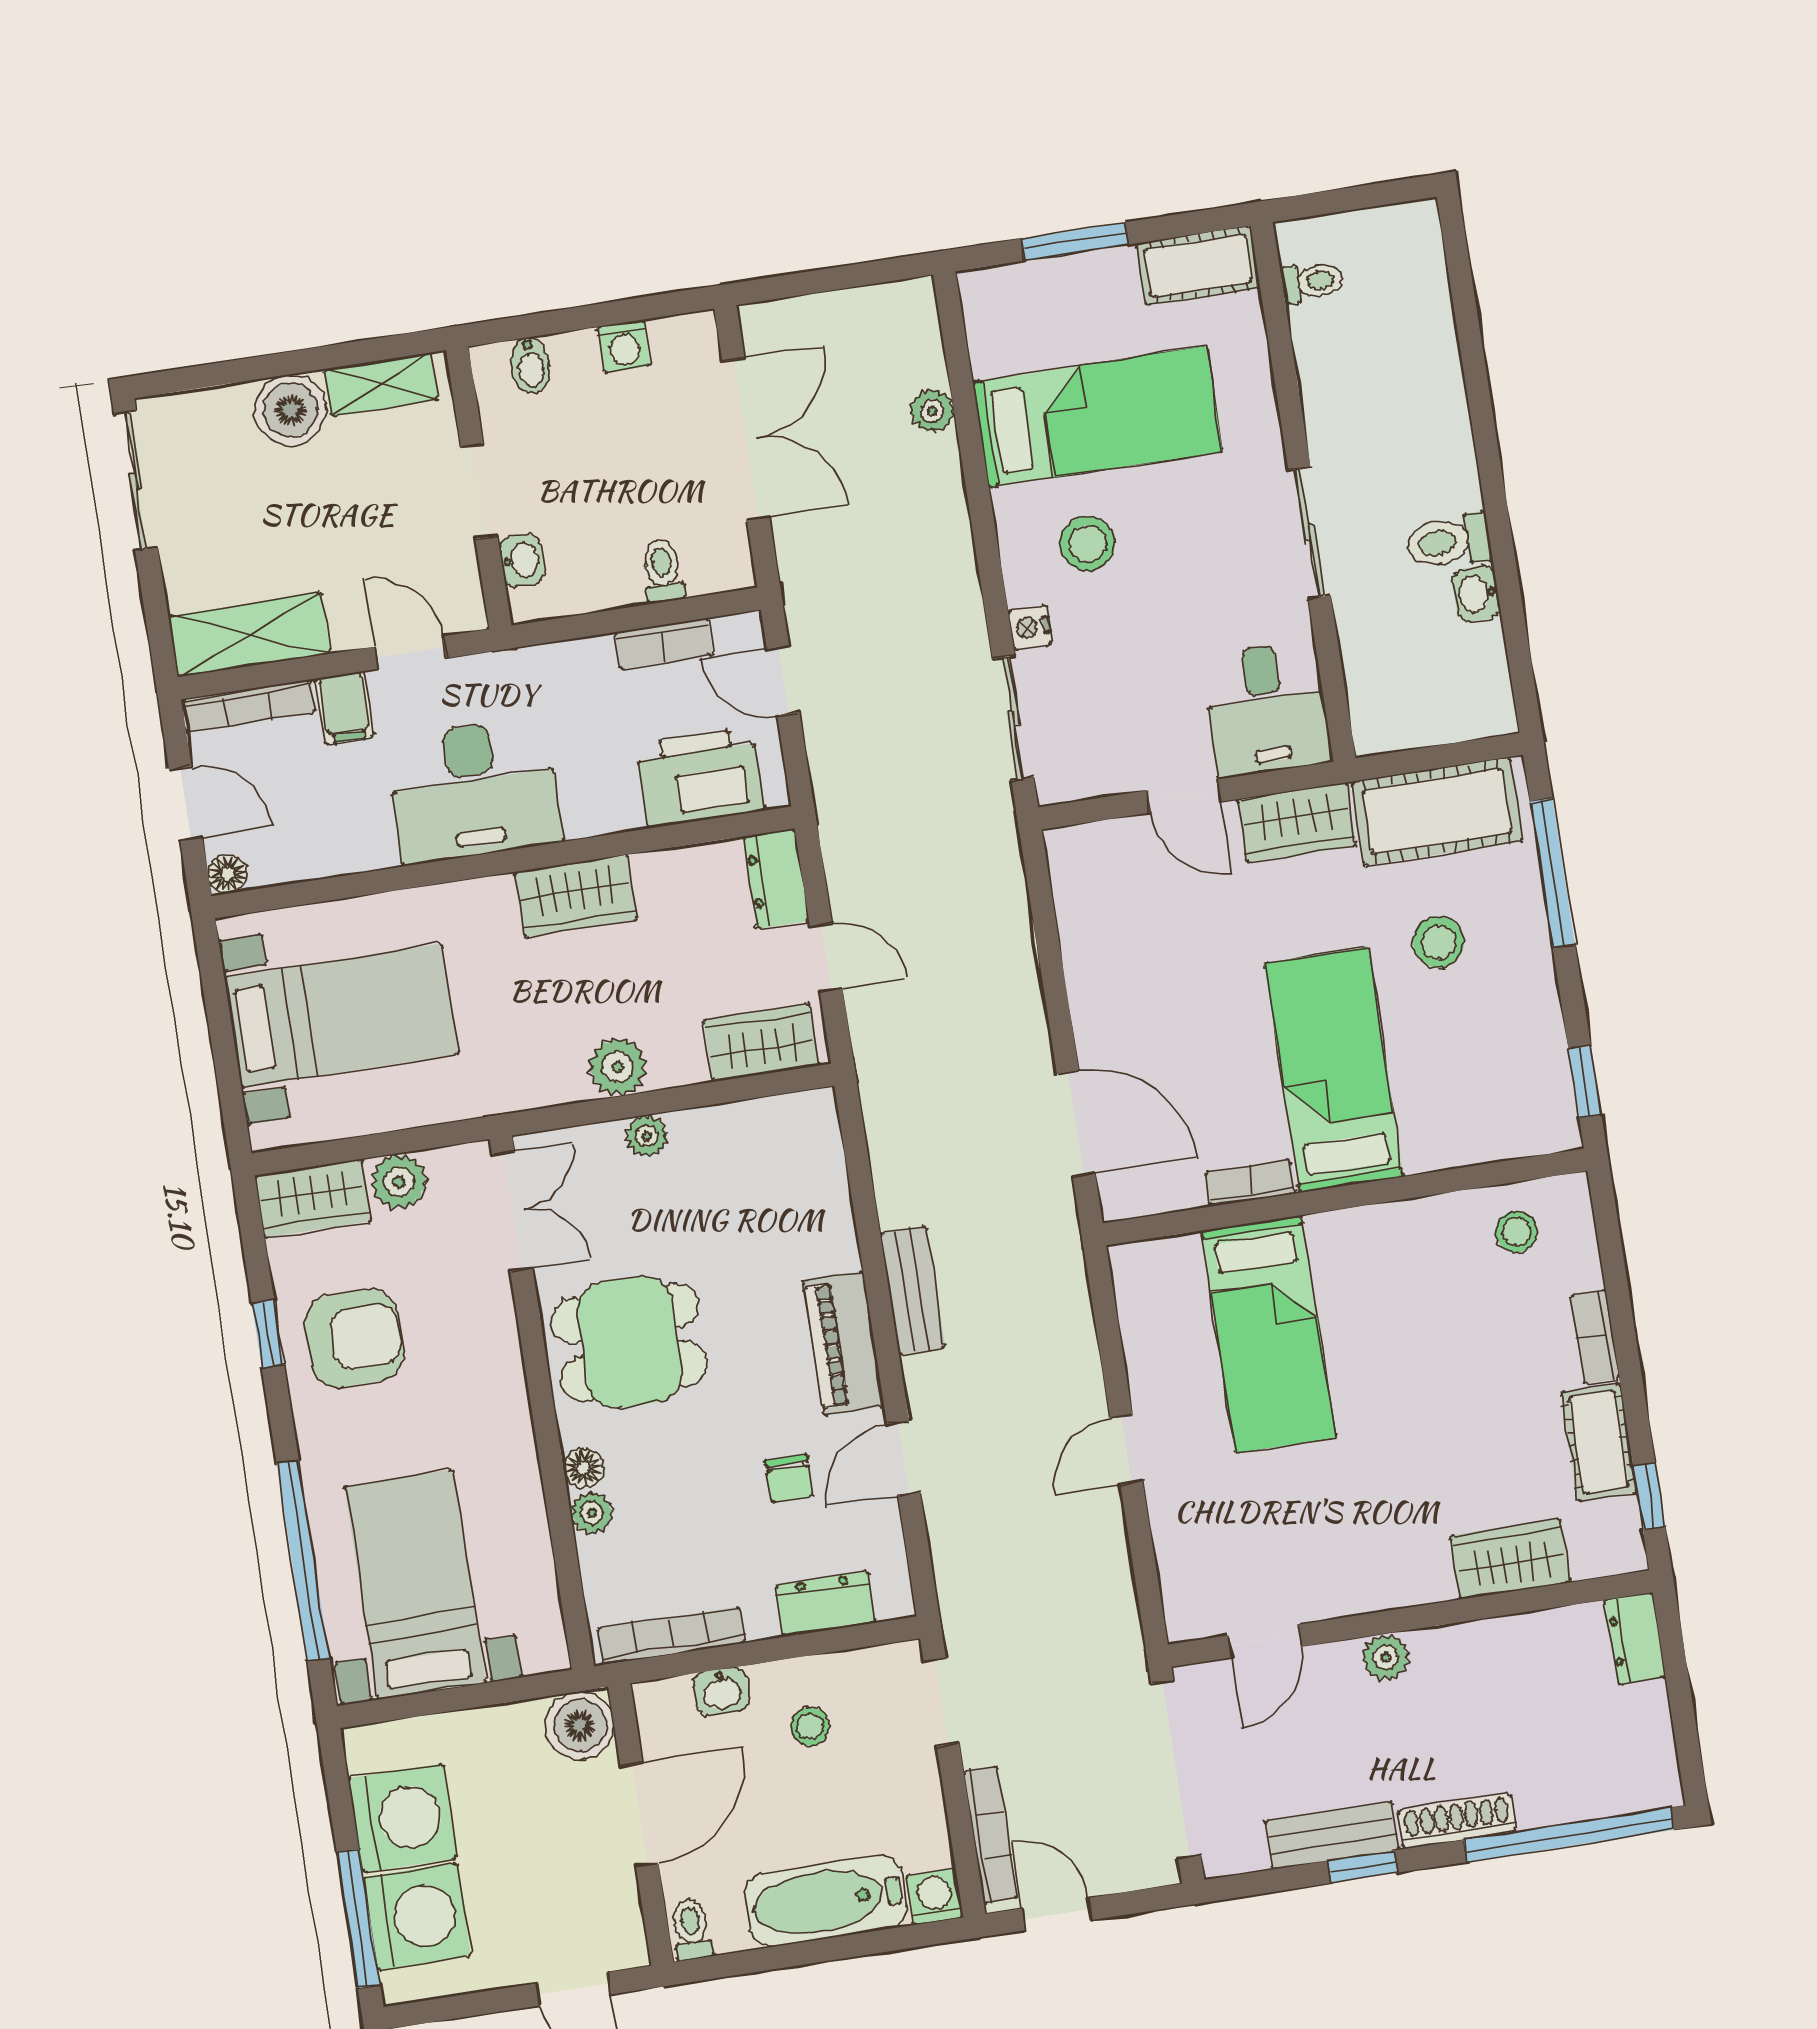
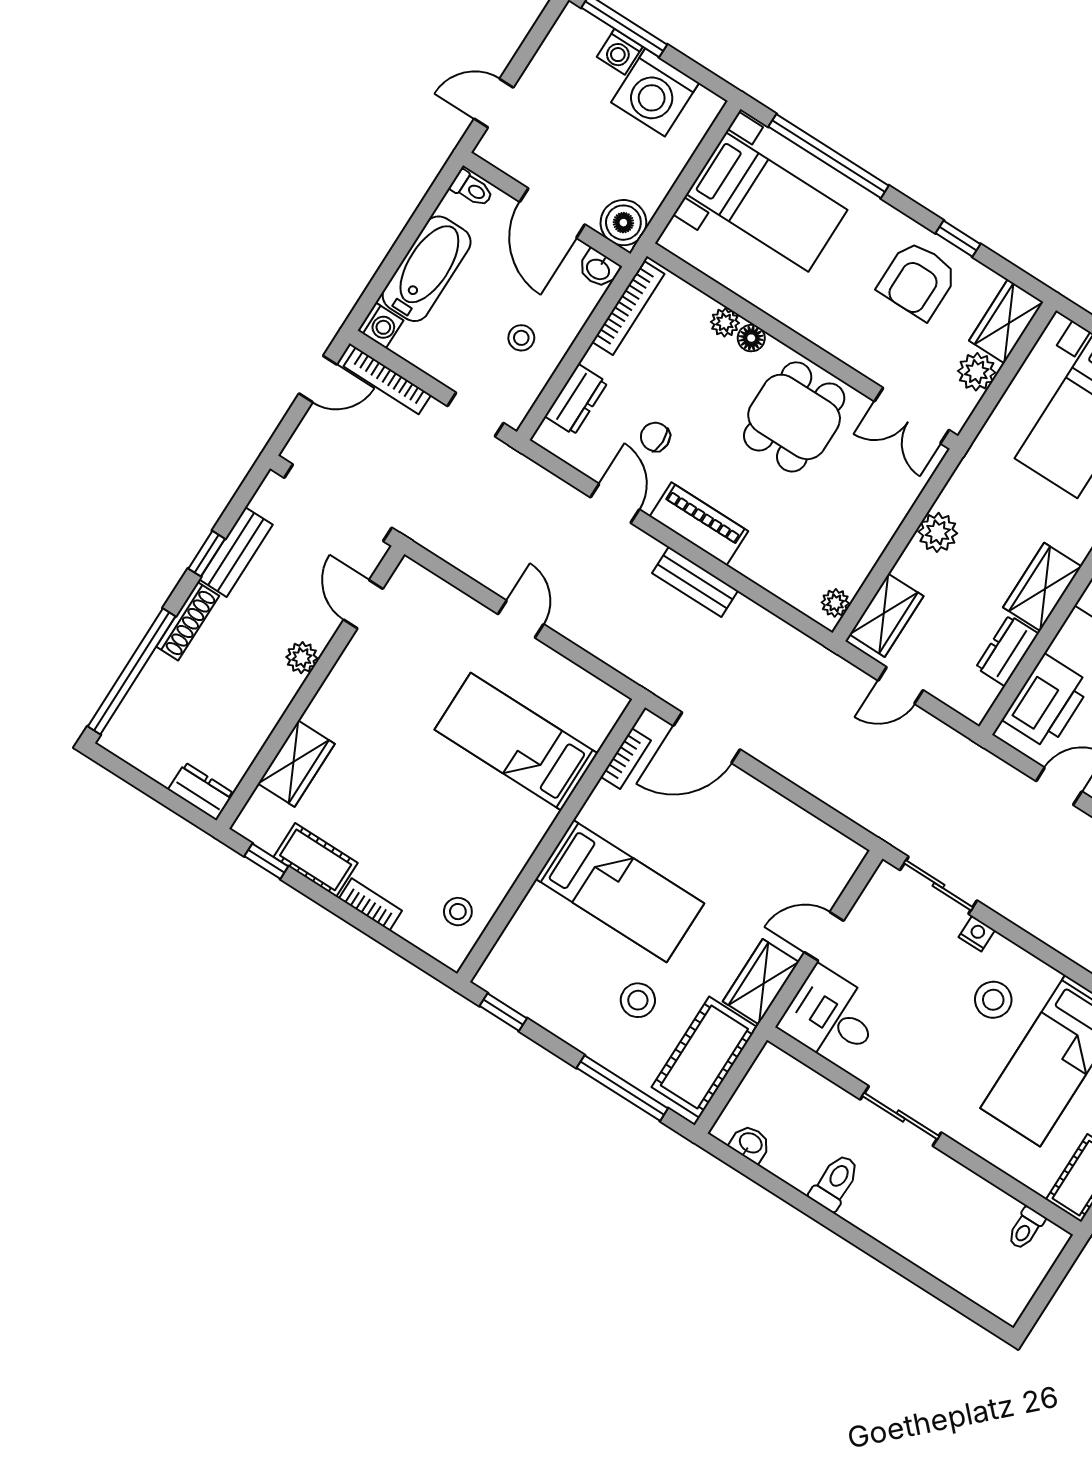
washbasin: (1476, 594) -> (750, 1144), moved
dresser: (776, 879) -> (1007, 651), moved, turned -90
plant: (647, 1136) -> (835, 603), moved
bookcase: (1250, 1183) -> (626, 759), moved
washbasin: (722, 1691) -> (598, 269), moved, turned -90
washing machine: (417, 1917) -> (620, 52), width x0.53, depth x0.53

